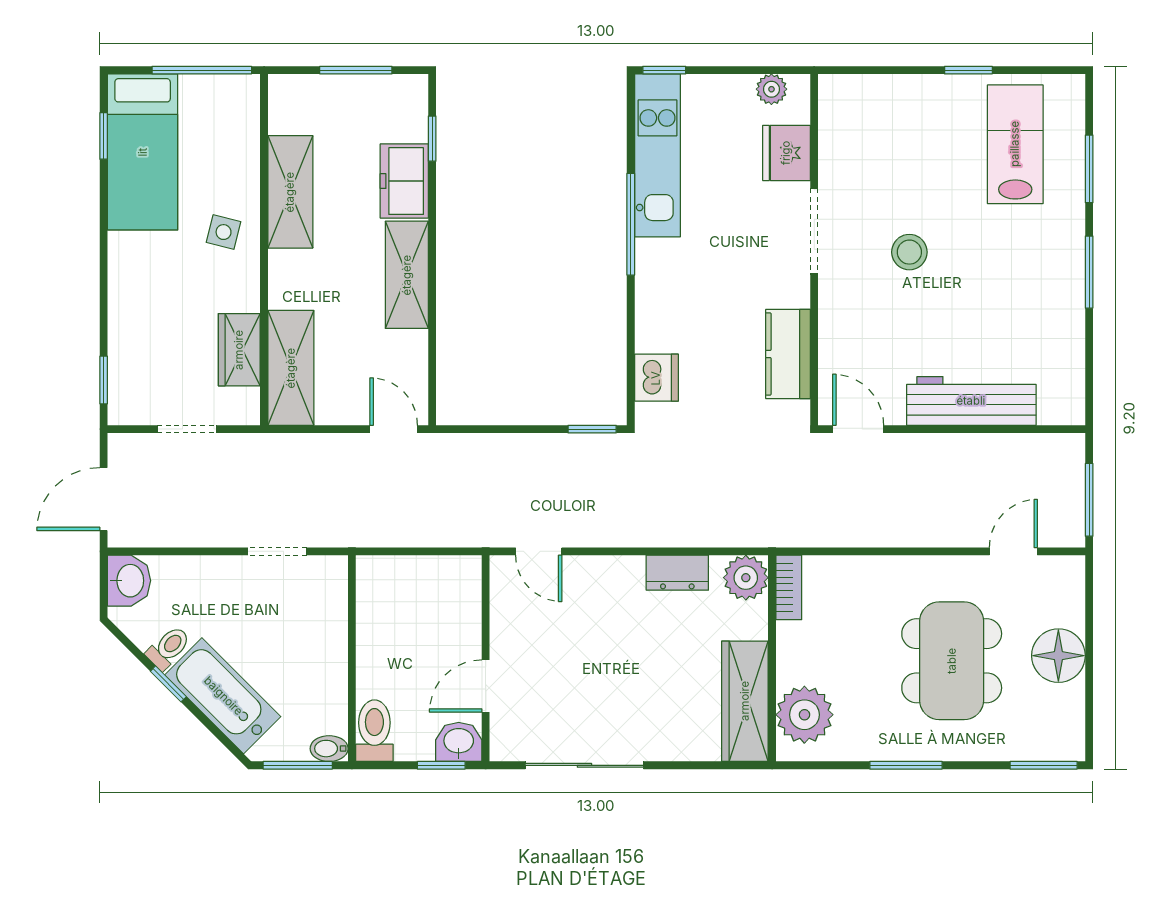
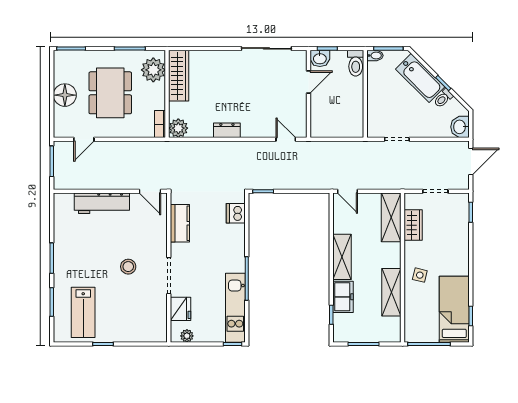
plant: (746, 578) -> (178, 128), moved
bookcase: (789, 587) -> (160, 124), moved
wall: (772, 658) -> (167, 94), moved
wardrobe: (745, 701) -> (179, 76), moved
plant: (804, 715) -> (153, 70), moved

